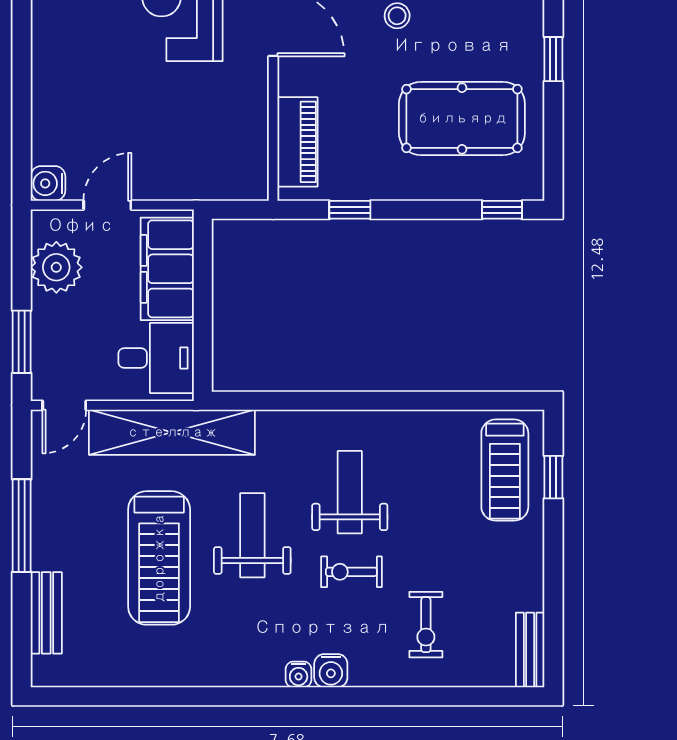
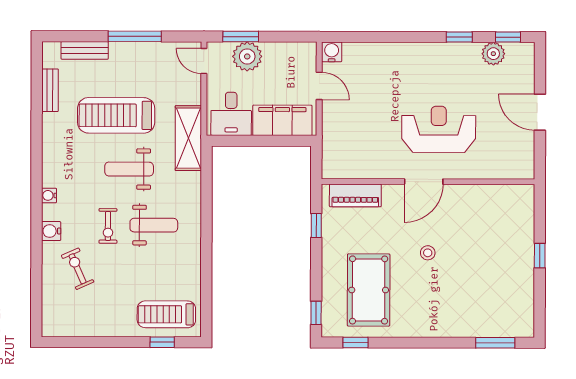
window: (553, 59) -> (356, 343), moved
plant: (56, 267) -> (247, 56), moved
shelving: (172, 432) -> (188, 138), width x0.68
weight bench: (252, 535) -> (129, 169), turned 180
exercise bike: (351, 572) -> (108, 226), turned 180
exercise bike: (426, 625) -> (78, 269), turned 66
bench: (530, 650) -> (50, 90), moved, turned 90
water cooler: (331, 671) -> (51, 231), moved

